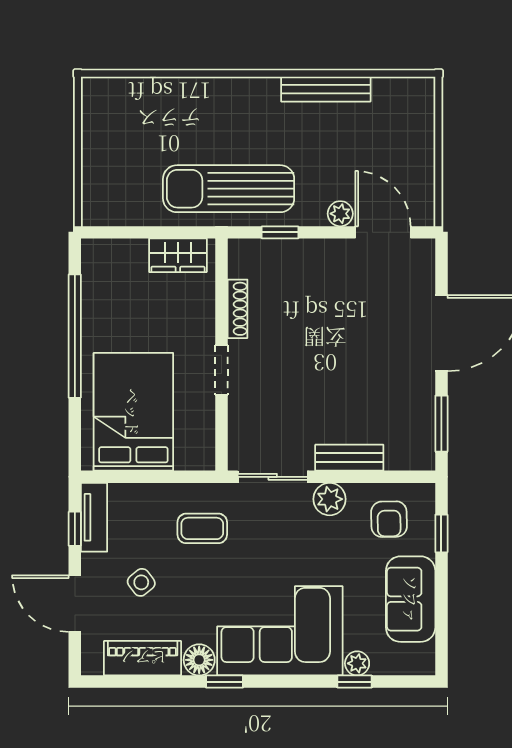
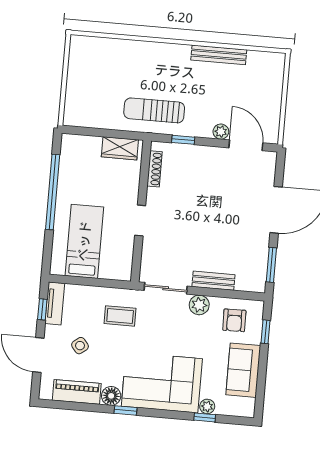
sun lounger: (229, 189) -> (154, 110), width x0.73, depth x0.75
shoe rack: (237, 309) -> (155, 169), moved
bed: (133, 412) -> (84, 241), width x0.67

